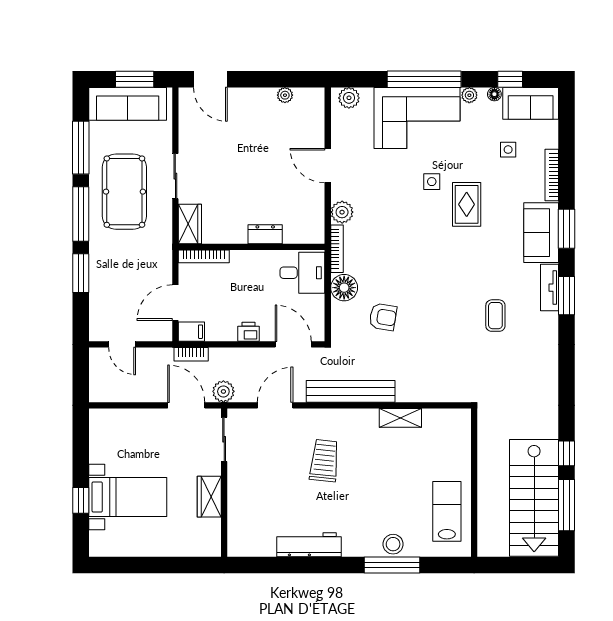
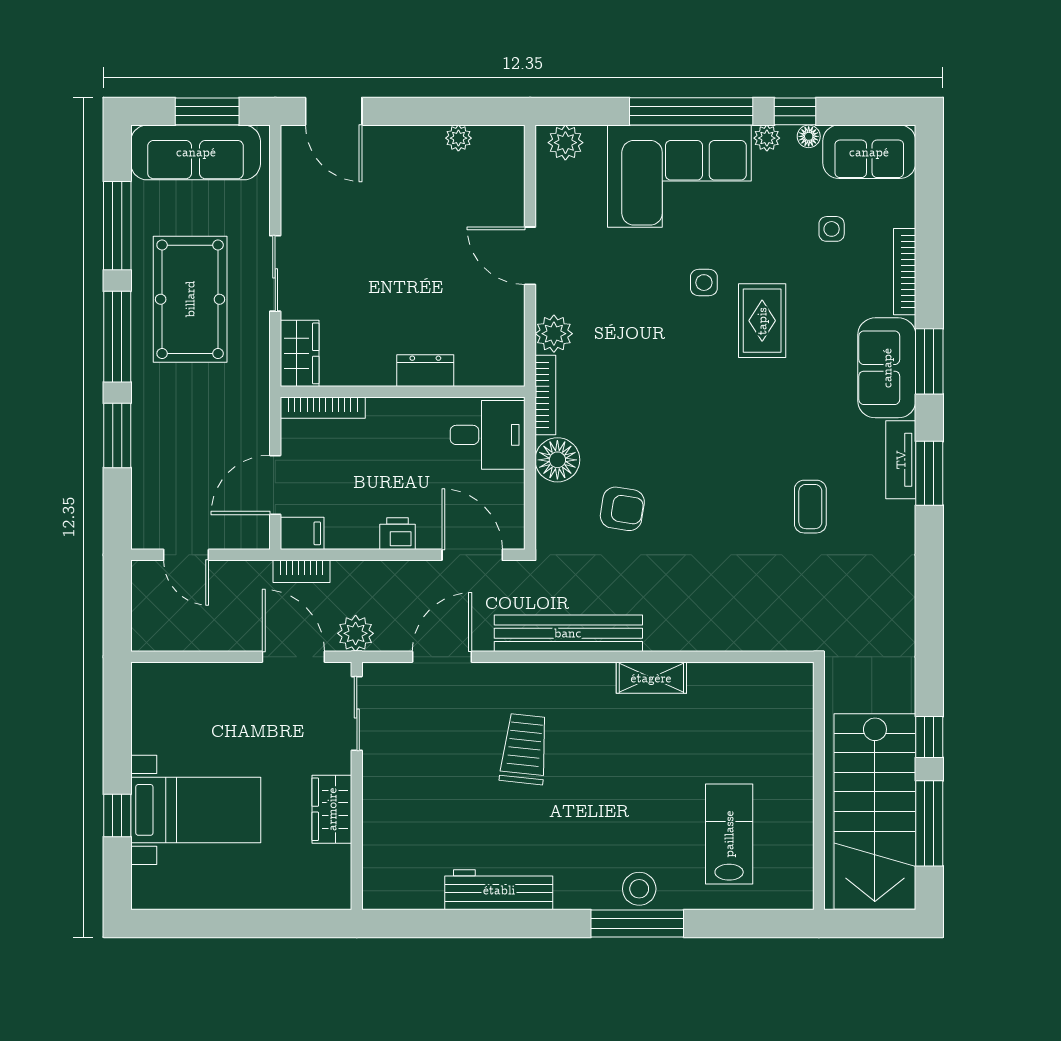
window: (510, 79) -> (795, 111), moved
wall: (474, 483) -> (819, 786), moved

